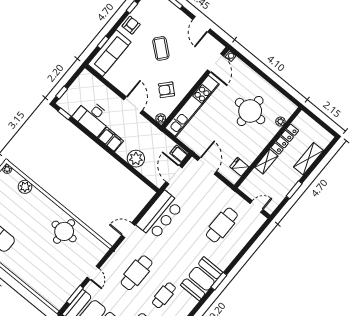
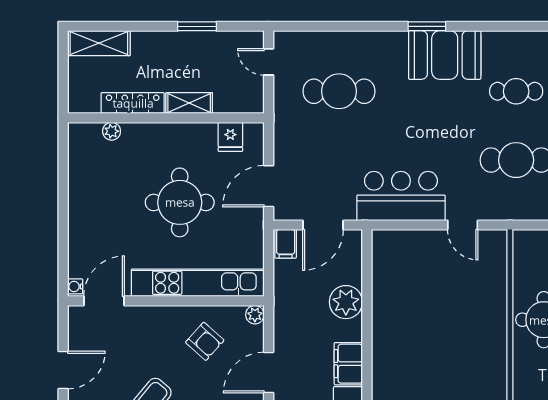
round table: (250, 111) -> (180, 202), moved
shelving: (308, 159) -> (99, 43), moved

